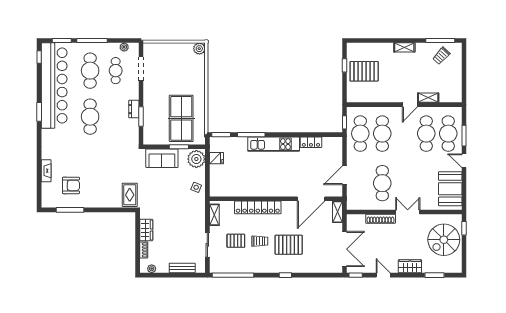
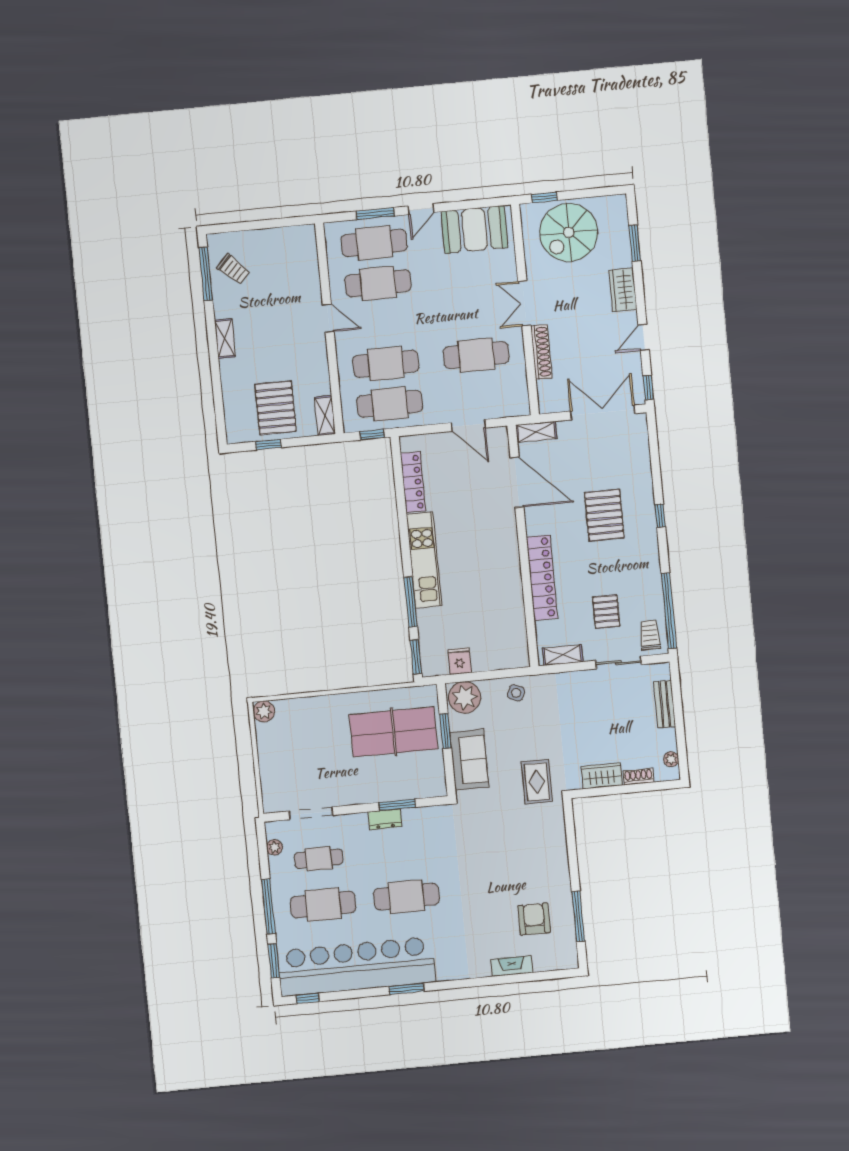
shelving: (428, 98) -> (325, 416), moved
locker: (311, 142) -> (413, 482), width x1.53
rug: (130, 195) -> (537, 782), moved, turned 90
spiral stairs: (444, 240) -> (569, 232), turned 90
trolley: (260, 241) -> (650, 635), moved

